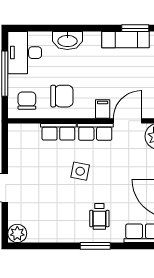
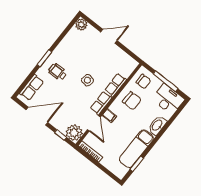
exam couch: (126, 40) -> (136, 149), width x1.36, depth x1.45
chair: (62, 96) -> (132, 101), turned -91

